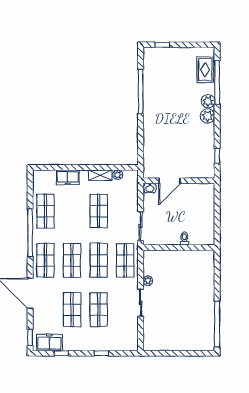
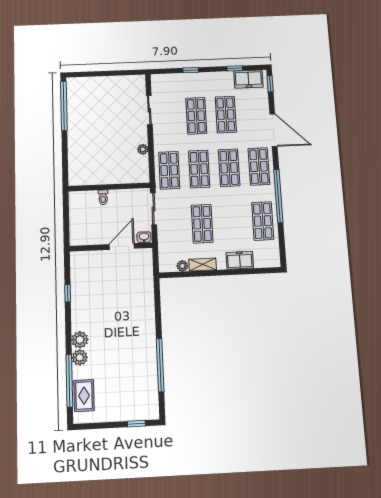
door: (169, 181) -> (122, 246), moved
wall: (179, 181) -> (111, 247), moved
washbasin: (150, 188) -> (144, 237), moved
sliding door: (141, 303) -> (149, 110), moved

